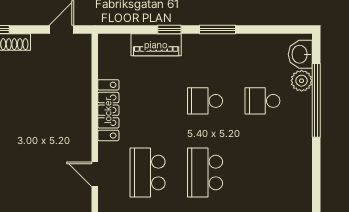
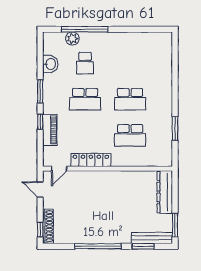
washbasin: (300, 54) -> (50, 64), moved, turned -90
school desk: (205, 101) -> (85, 99), width x1.85
door: (95, 174) -> (59, 169), moved

